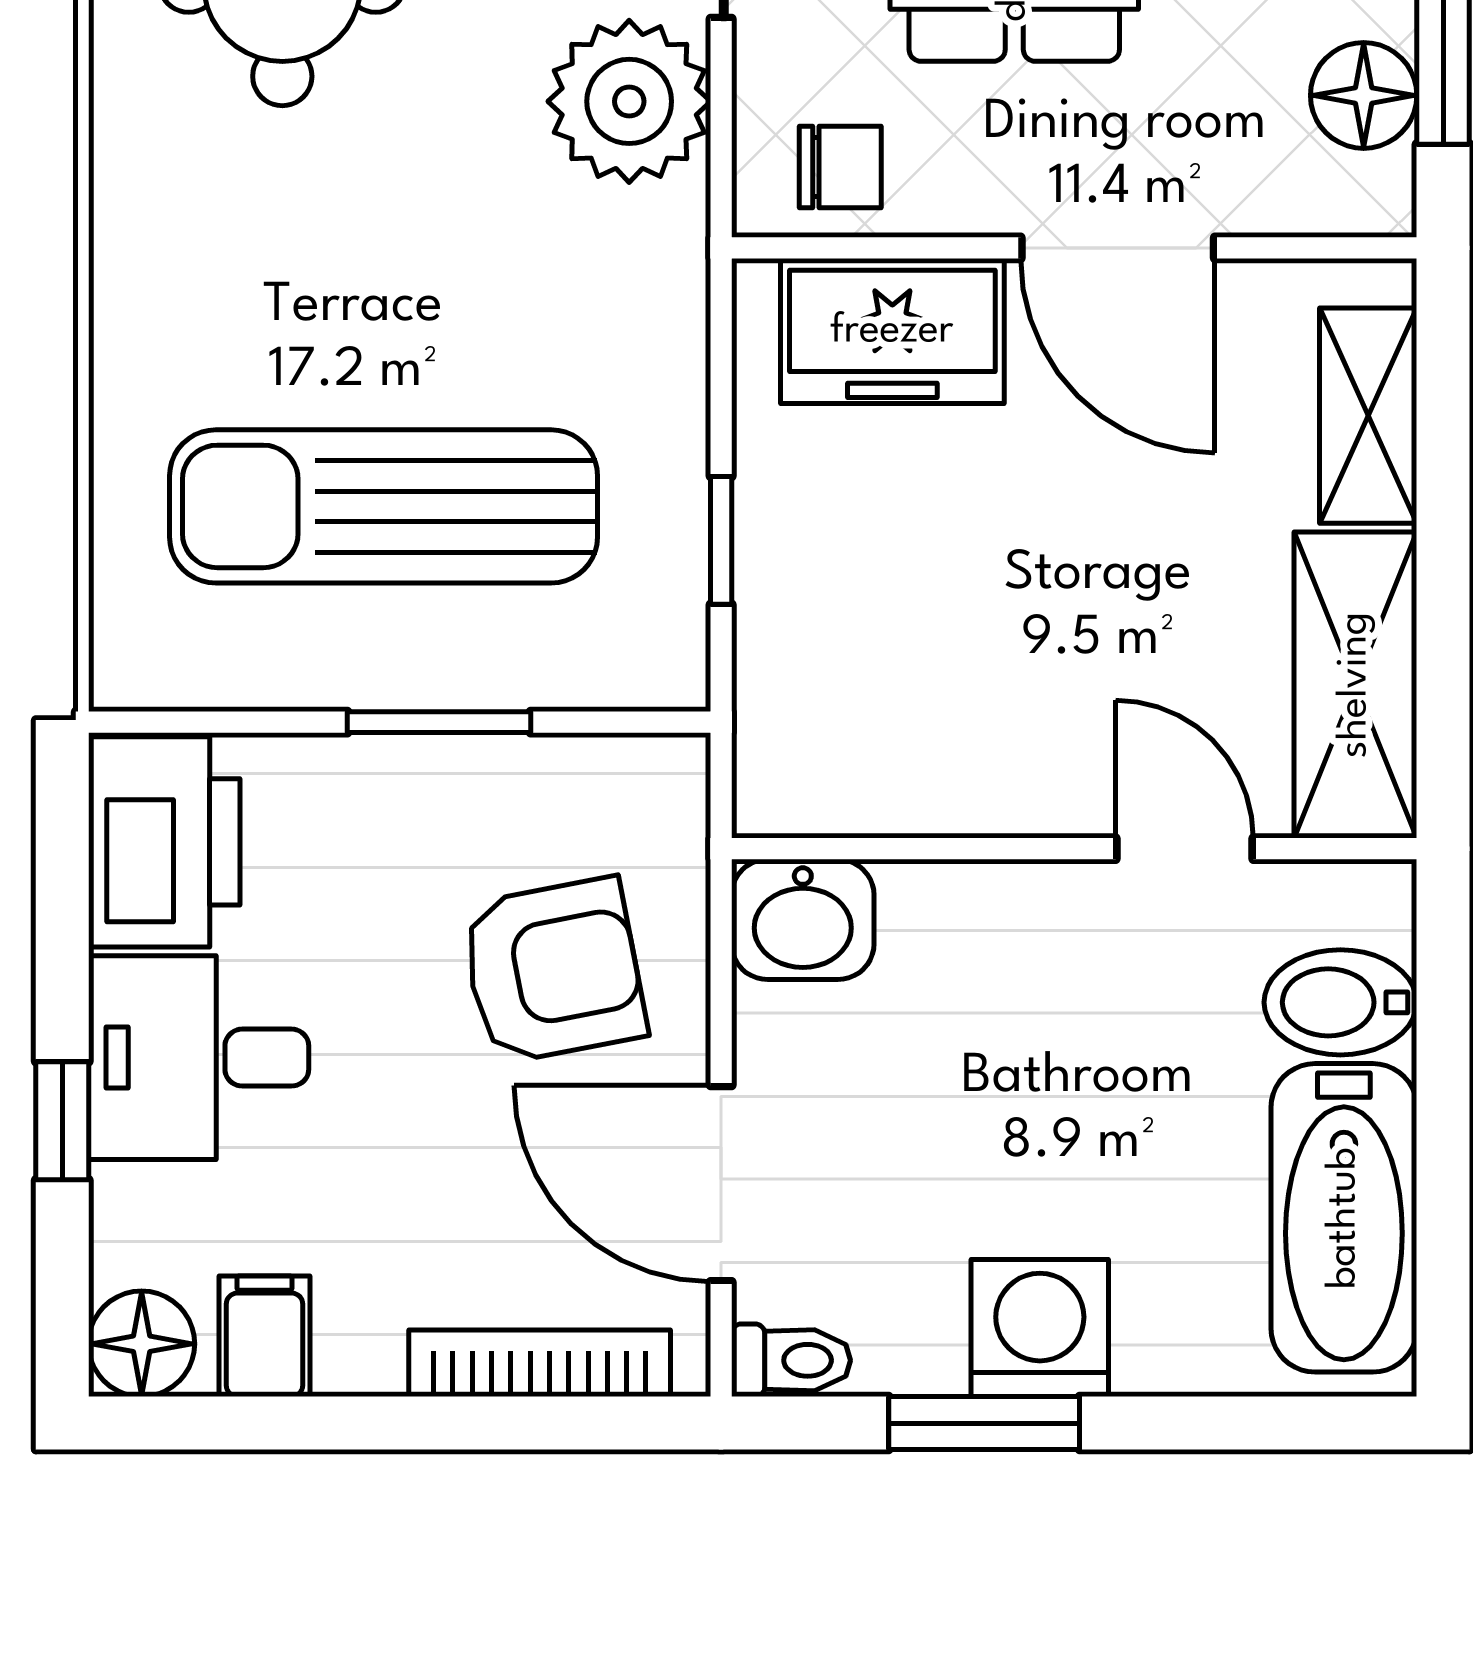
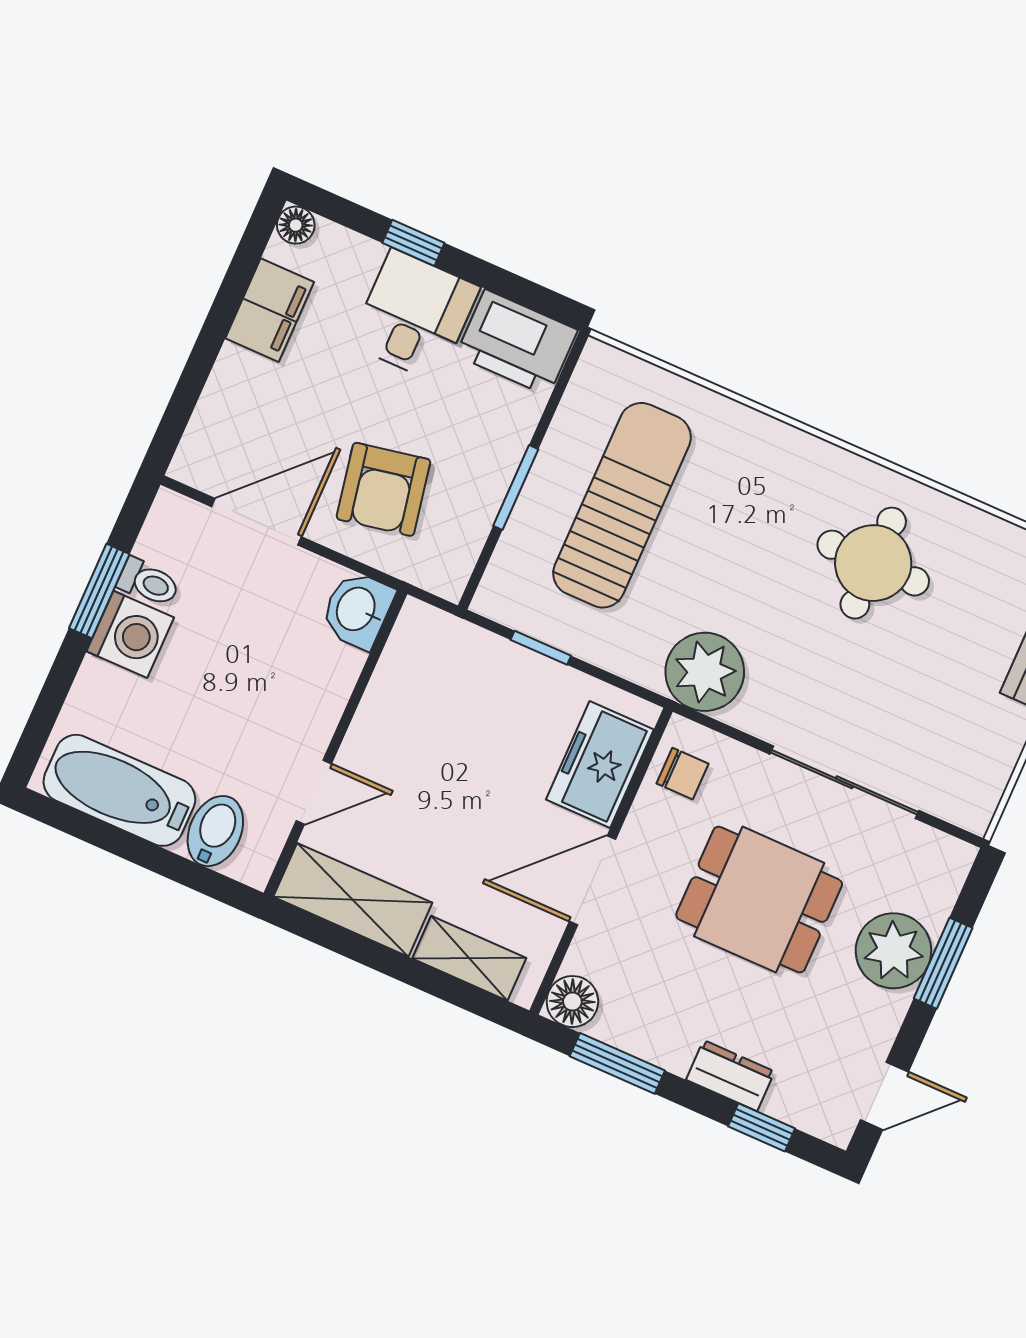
floor lamp: (1364, 95) -> (572, 1002), moved
plant: (629, 101) -> (705, 672), moved
chair: (840, 167) -> (683, 774), turned -90
filing cabinet: (265, 1336) -> (270, 310), width x2.00
floor lamp: (142, 1344) -> (296, 225), width x0.73, depth x0.73
toilet: (791, 1360) -> (148, 582), moved, turned -90
bookcase: (540, 1363) -> (213, 406), removed

